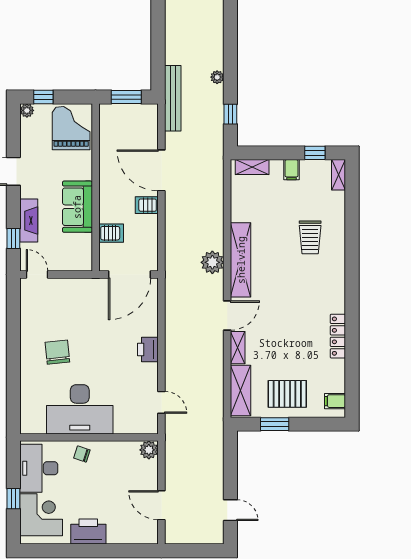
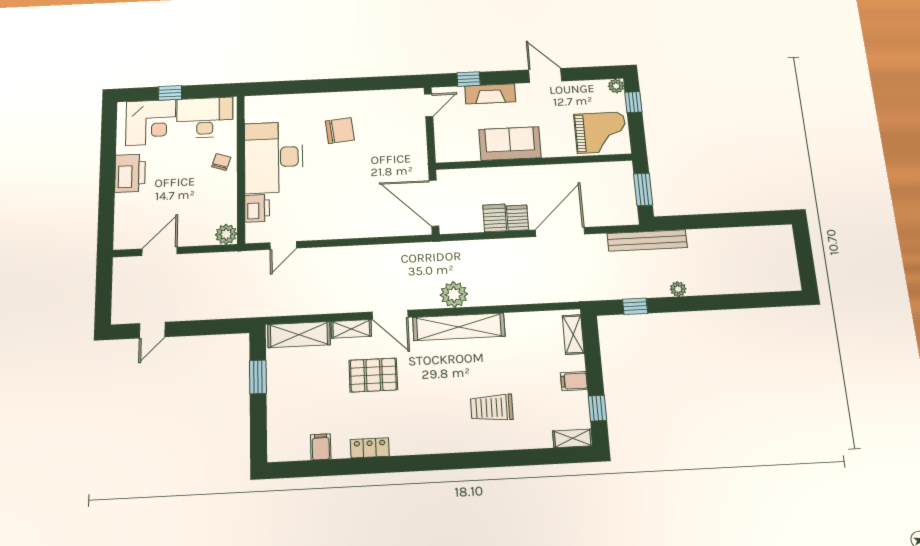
server rack: (111, 233) -> (495, 218), moved, turned 180
locker: (338, 336) -> (370, 448), width x0.66
printer: (148, 349) -> (257, 208), moved, turned 90
pallet: (287, 394) -> (373, 375), moved, turned 90
filing cabinet: (335, 401) -> (321, 447), moved

